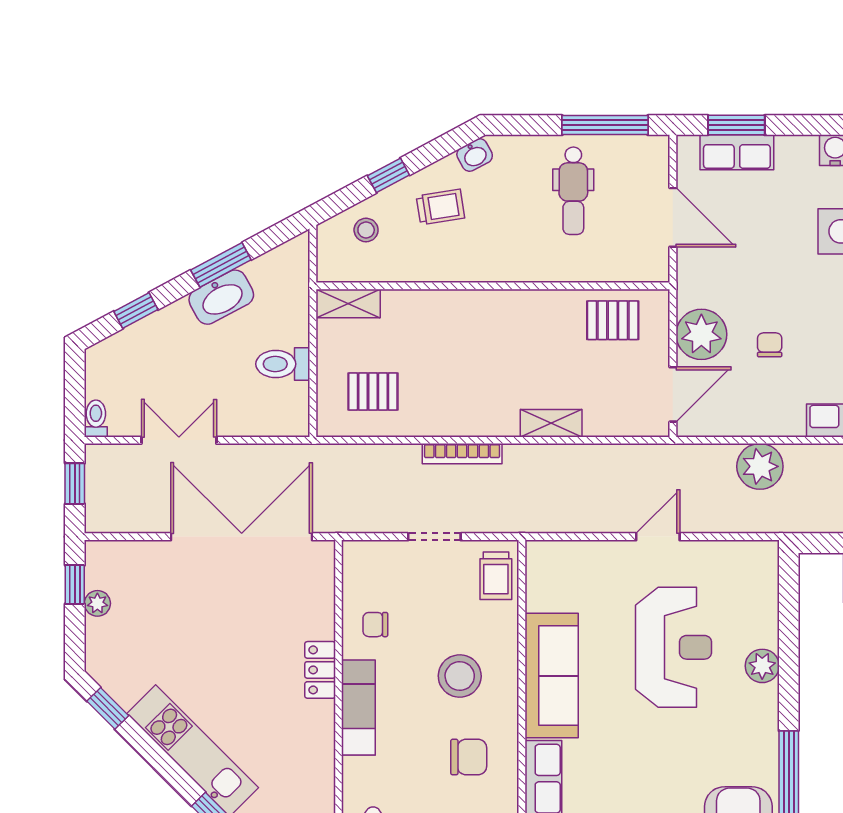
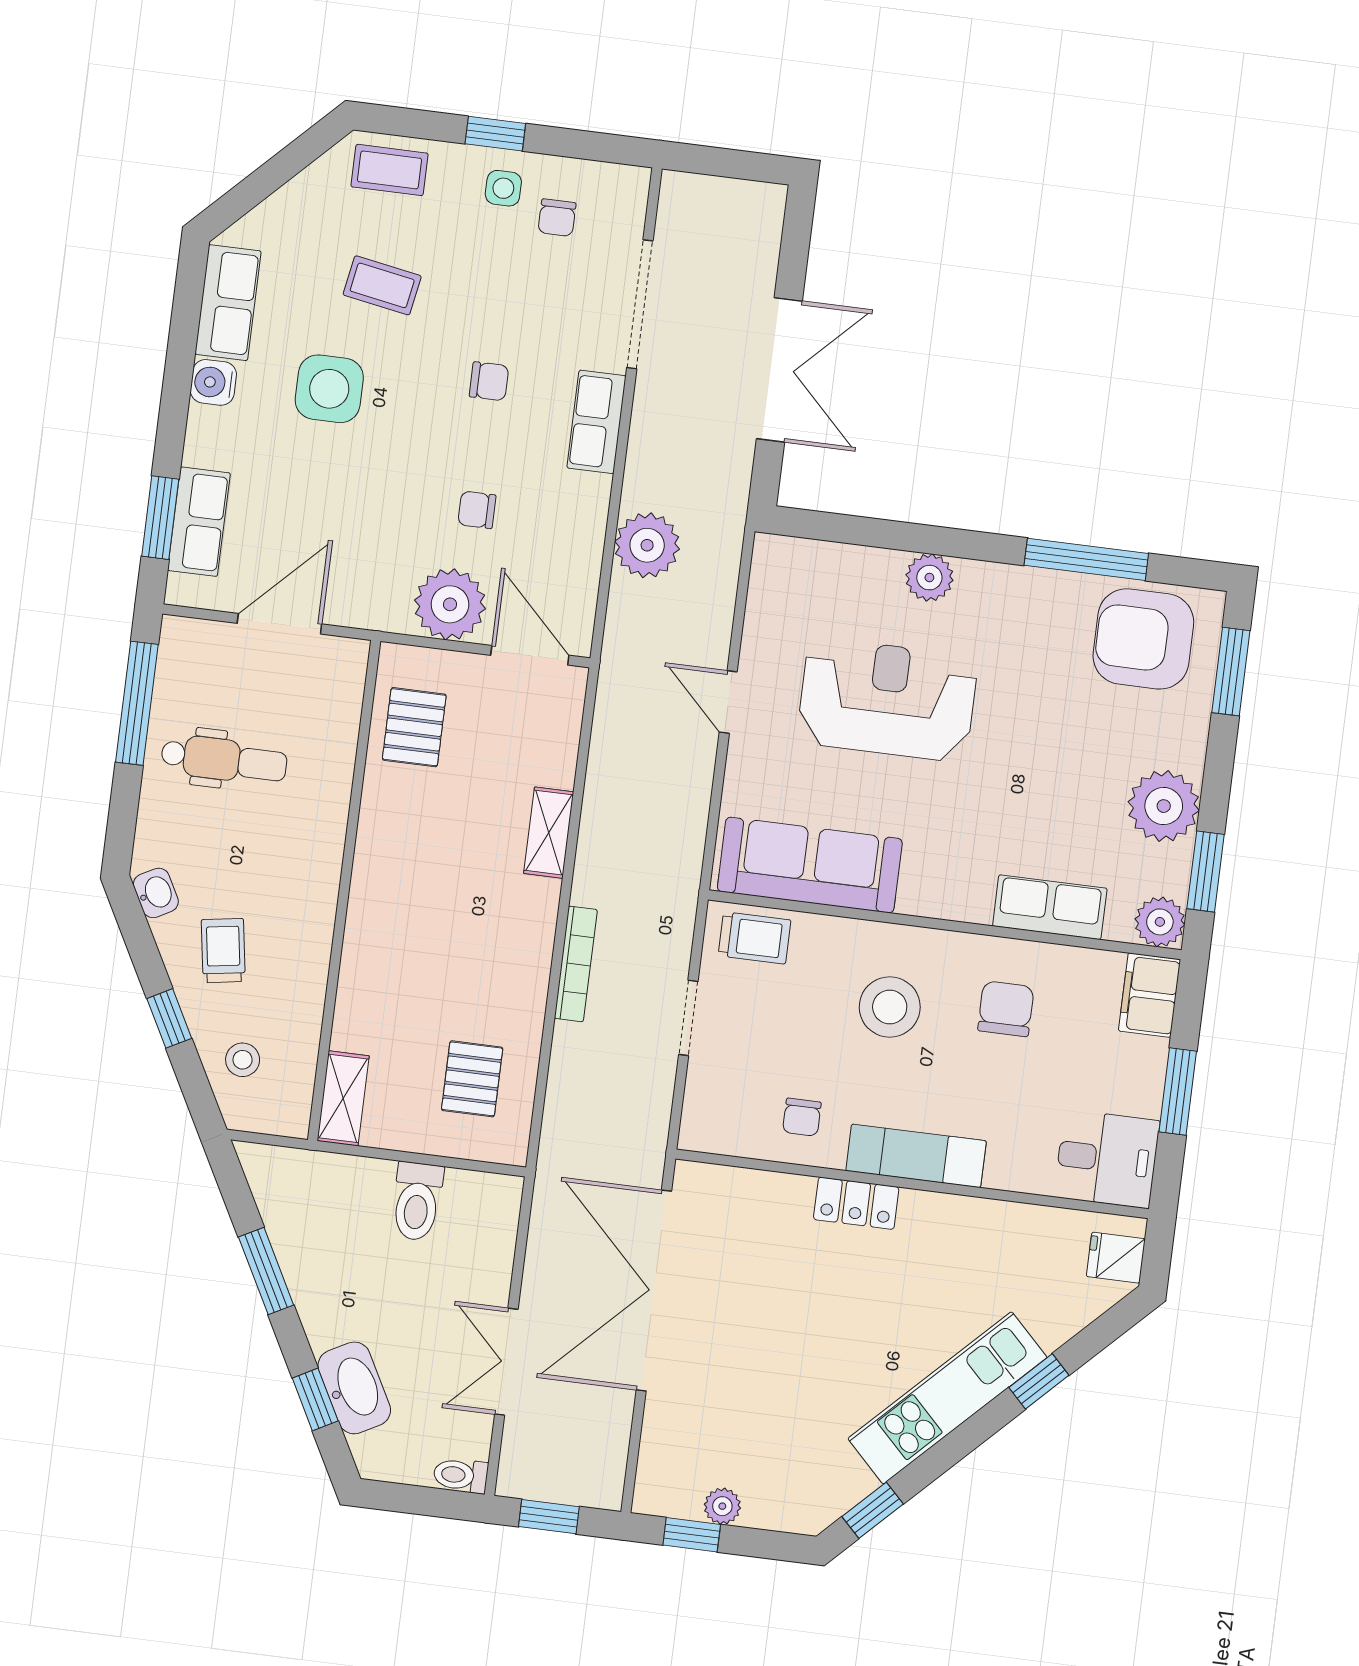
washbasin: (221, 297) -> (354, 1388), moved
sofa: (552, 676) -> (810, 865), moved

